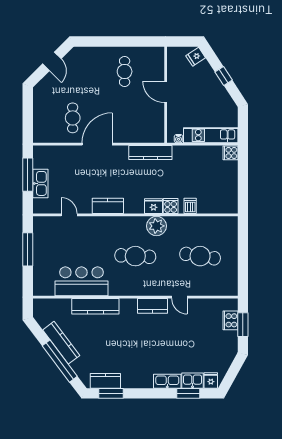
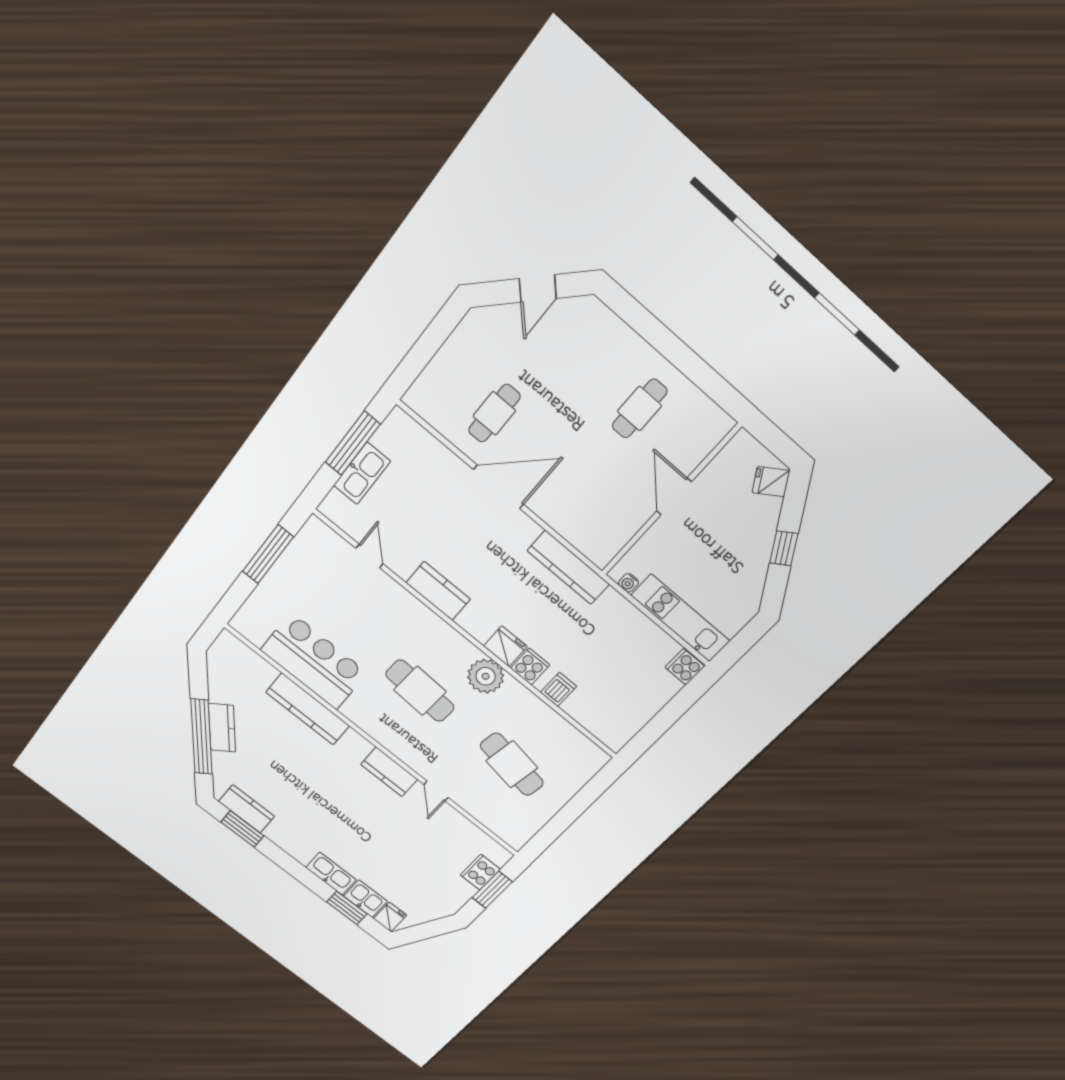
kitchen counter: (61, 343) -> (222, 728), width x0.67

